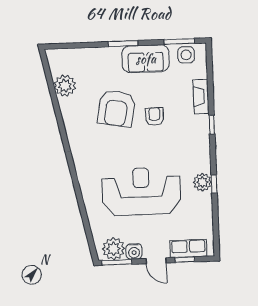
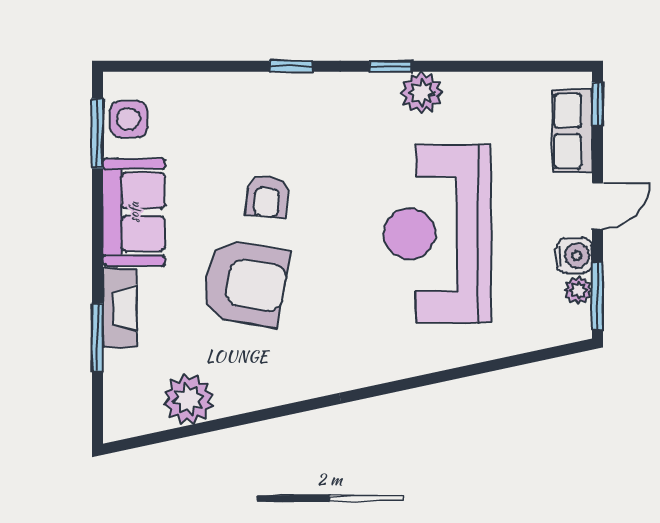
window: (123, 44) -> (97, 338), moved
fireplace: (201, 97) -> (120, 308), moved, turned -90
armchair: (154, 116) -> (267, 197), turned -84
window: (214, 184) -> (391, 66), moved
plant: (114, 249) -> (578, 290), width x0.53, depth x0.53
window: (185, 260) -> (598, 104), moved

